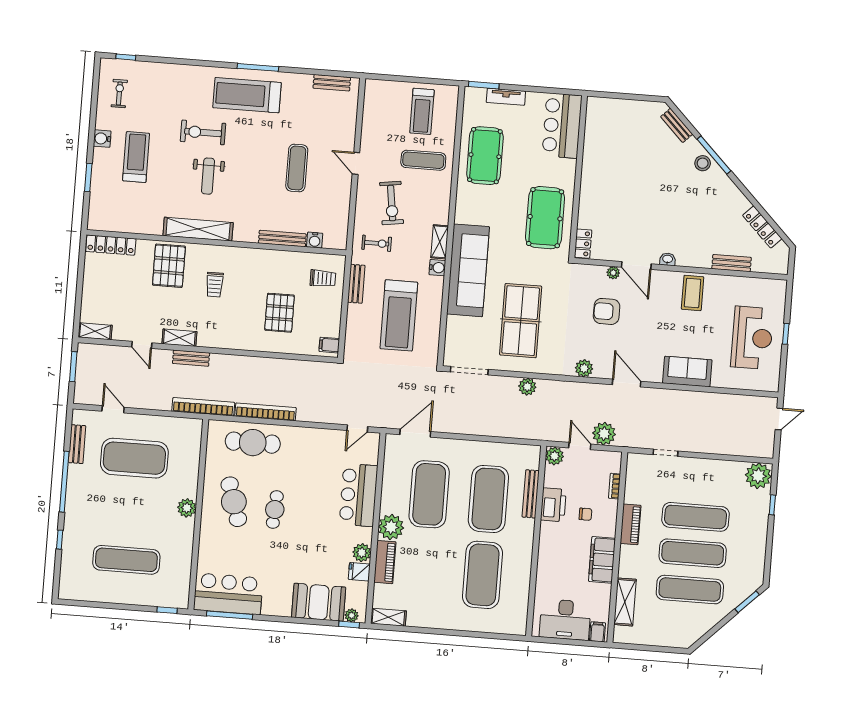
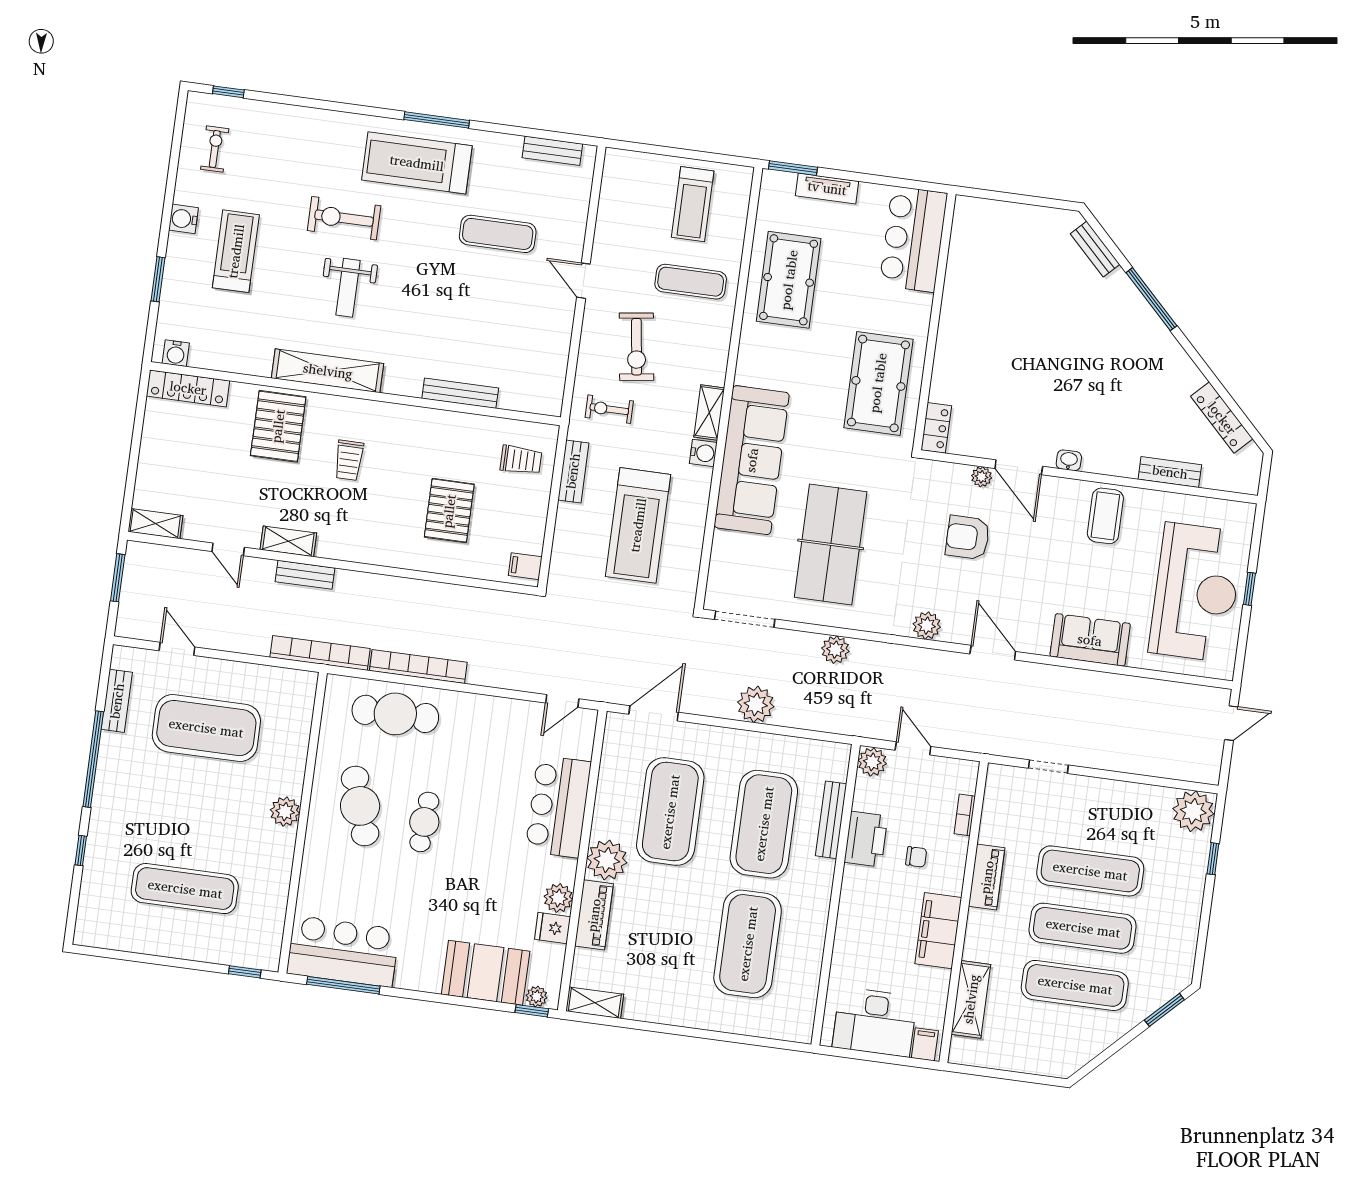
stool: (703, 163) -> (1133, 311), removed
exercise mat: (297, 168) -> (498, 234), moved, turned 90
water cooler: (315, 240) -> (176, 353), moved
exercise bike: (377, 243) -> (609, 409), turned 180
reception desk: (752, 338) -> (1196, 592), width x1.36, depth x1.30
plant: (604, 434) -> (756, 704), moved

